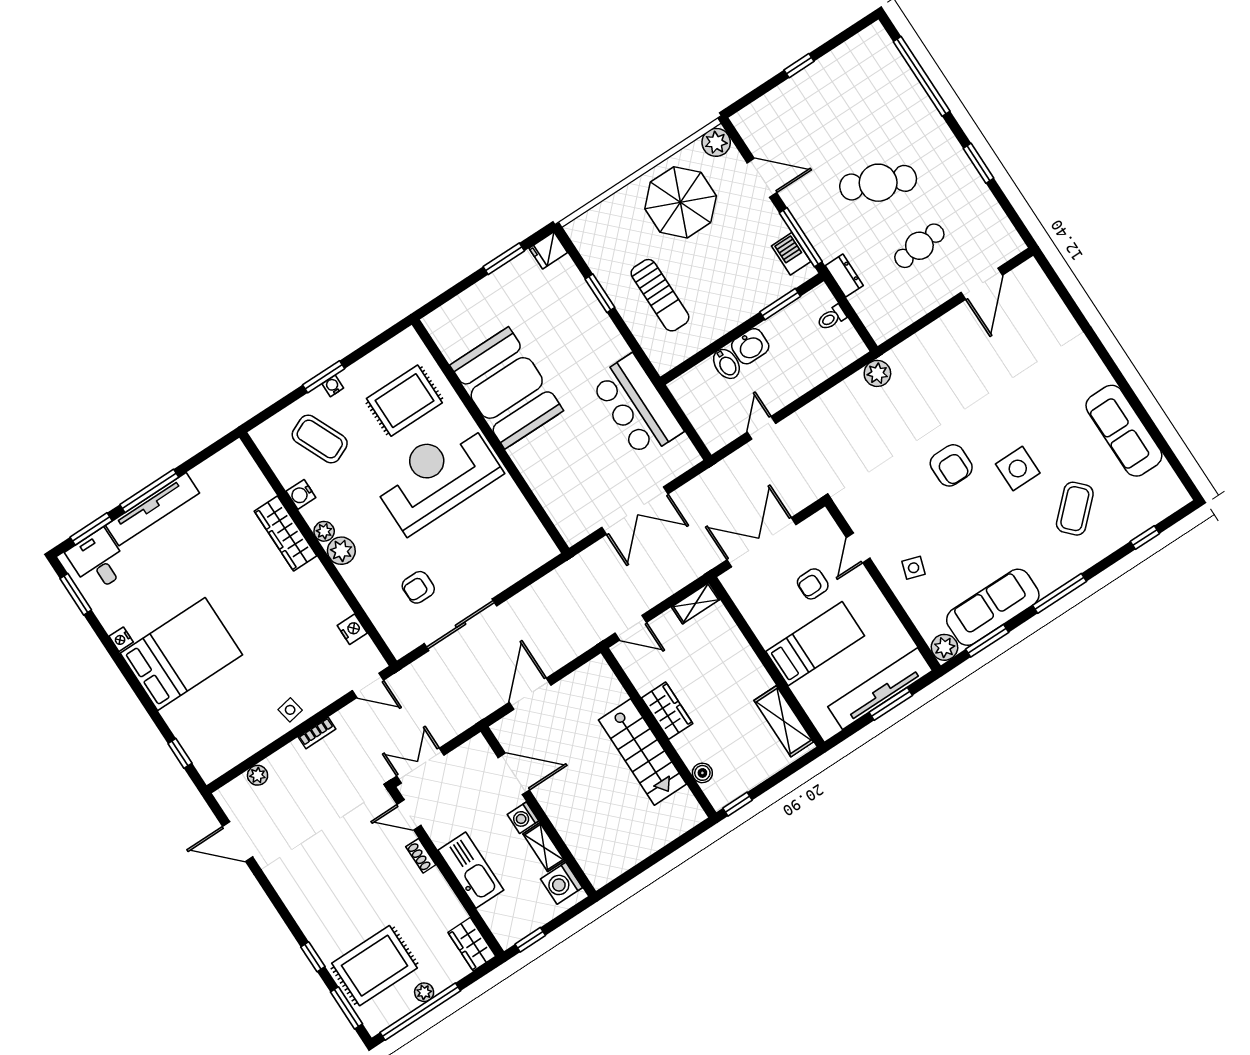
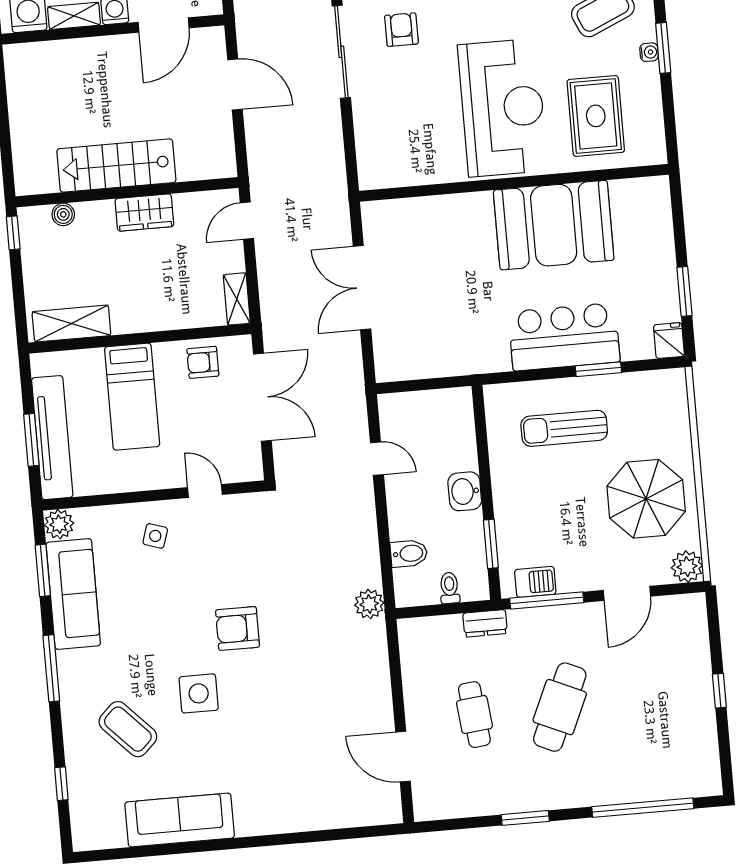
bidet: (726, 364) -> (409, 553), moved, turned 180
bar counter: (637, 406) -> (564, 337), moved
armchair: (813, 584) -> (203, 362), moved, turned -90

